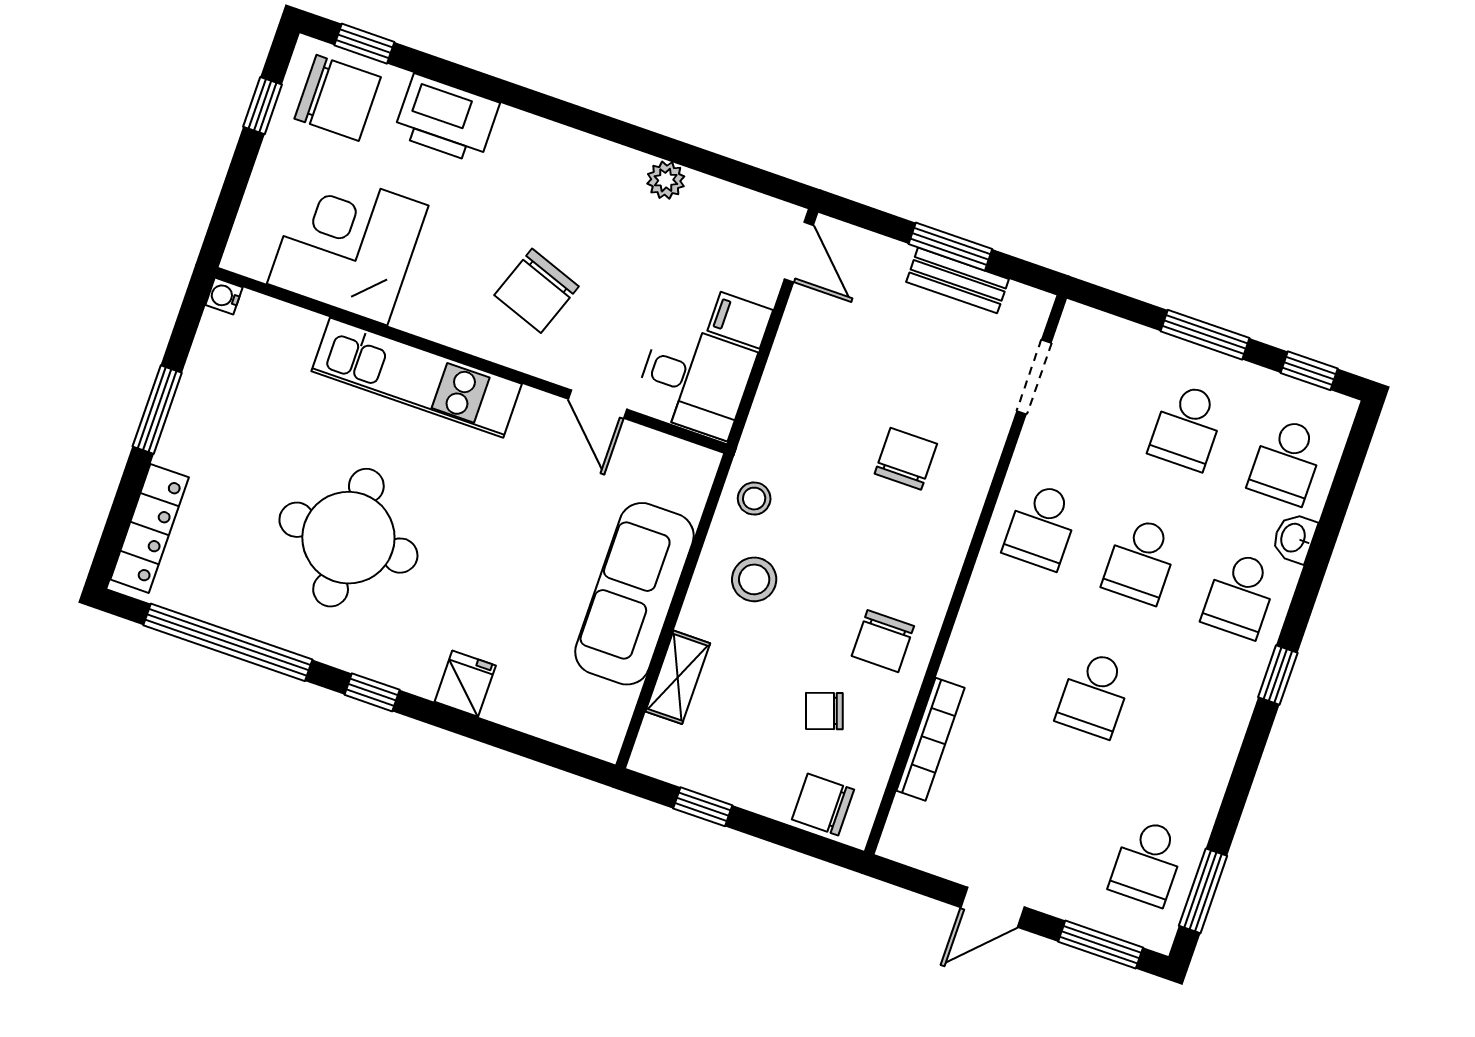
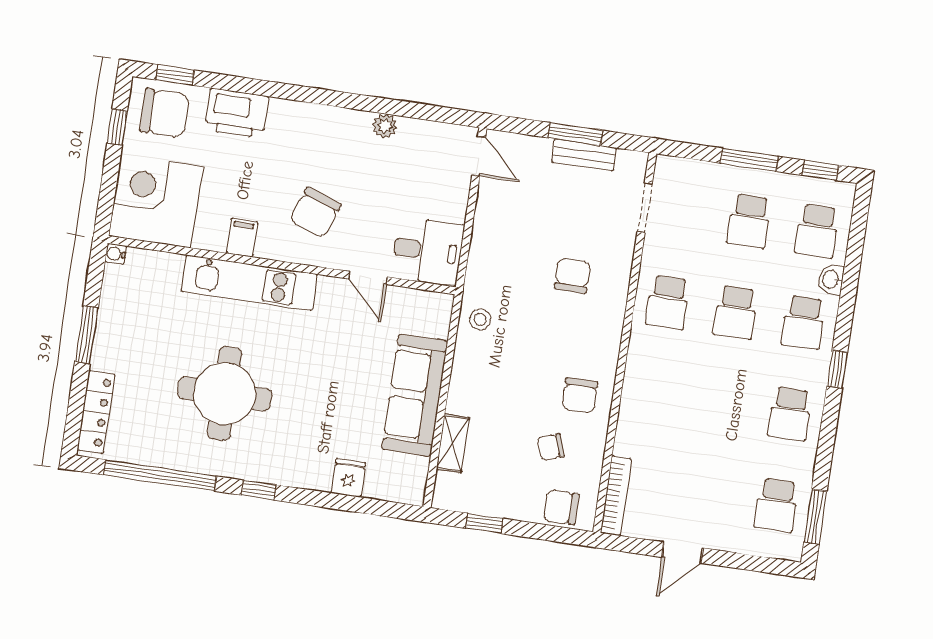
corner desk: (348, 245) -> (156, 201), moved
filing cabinet: (740, 320) -> (242, 238), moved, turned 90
stool: (754, 579) -> (490, 371), removed
fridge: (465, 684) -> (348, 478), moved
school desk: (1094, 694) -> (790, 414), moved
bookcase: (931, 739) -> (616, 496), moved
window: (1101, 945) -> (756, 564), removed

